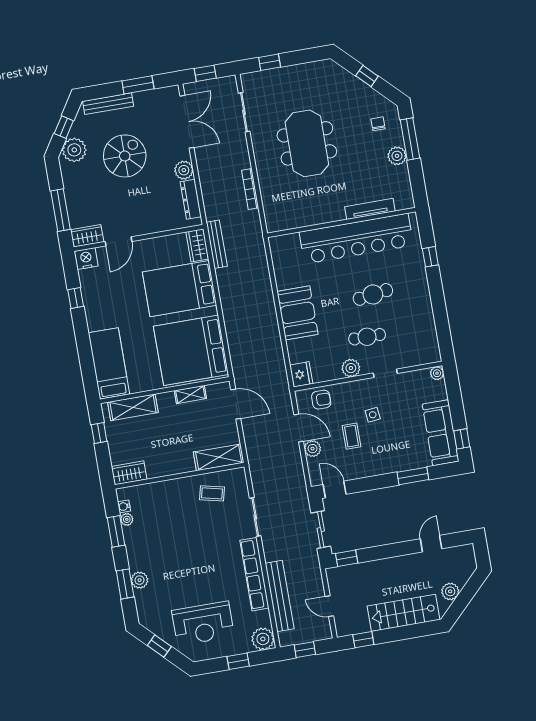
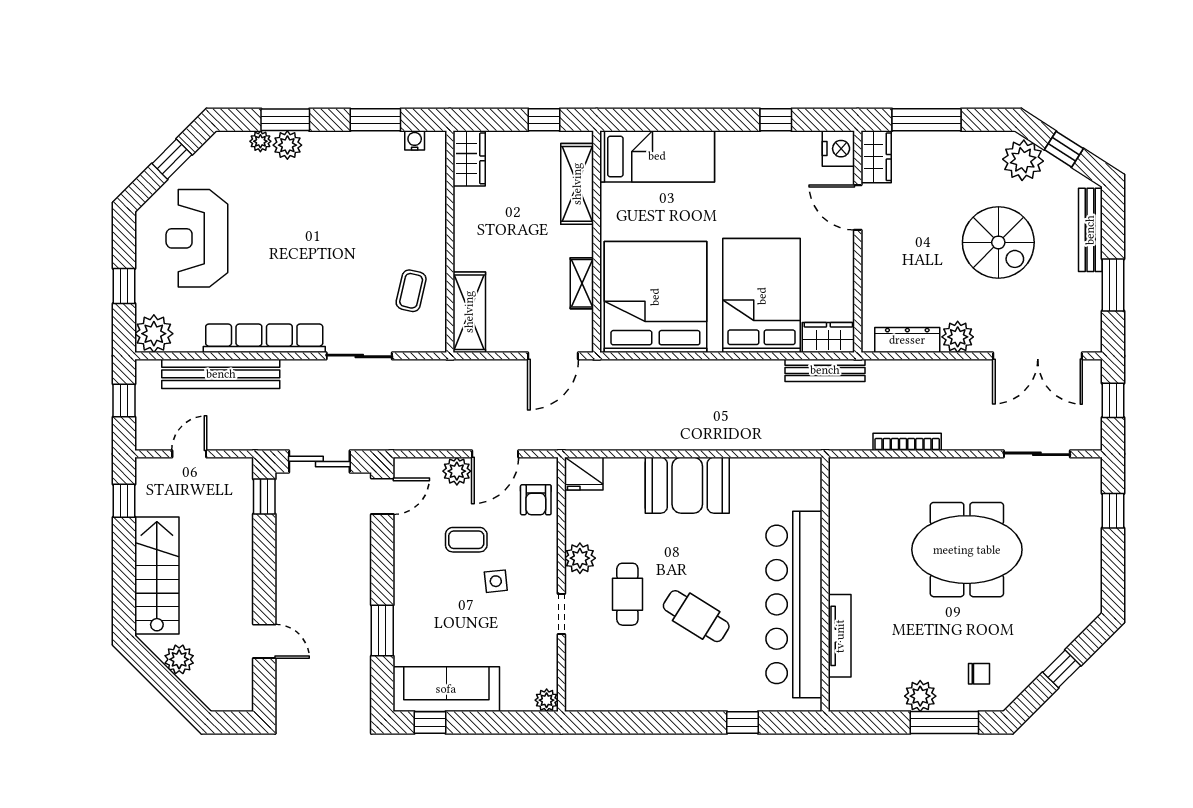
cafe table: (373, 294) -> (696, 616), turned -50
plant: (127, 519) -> (260, 141), moved

